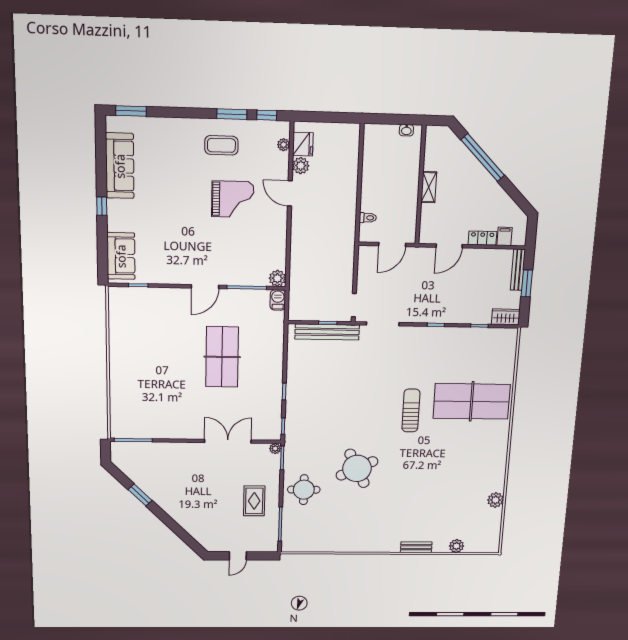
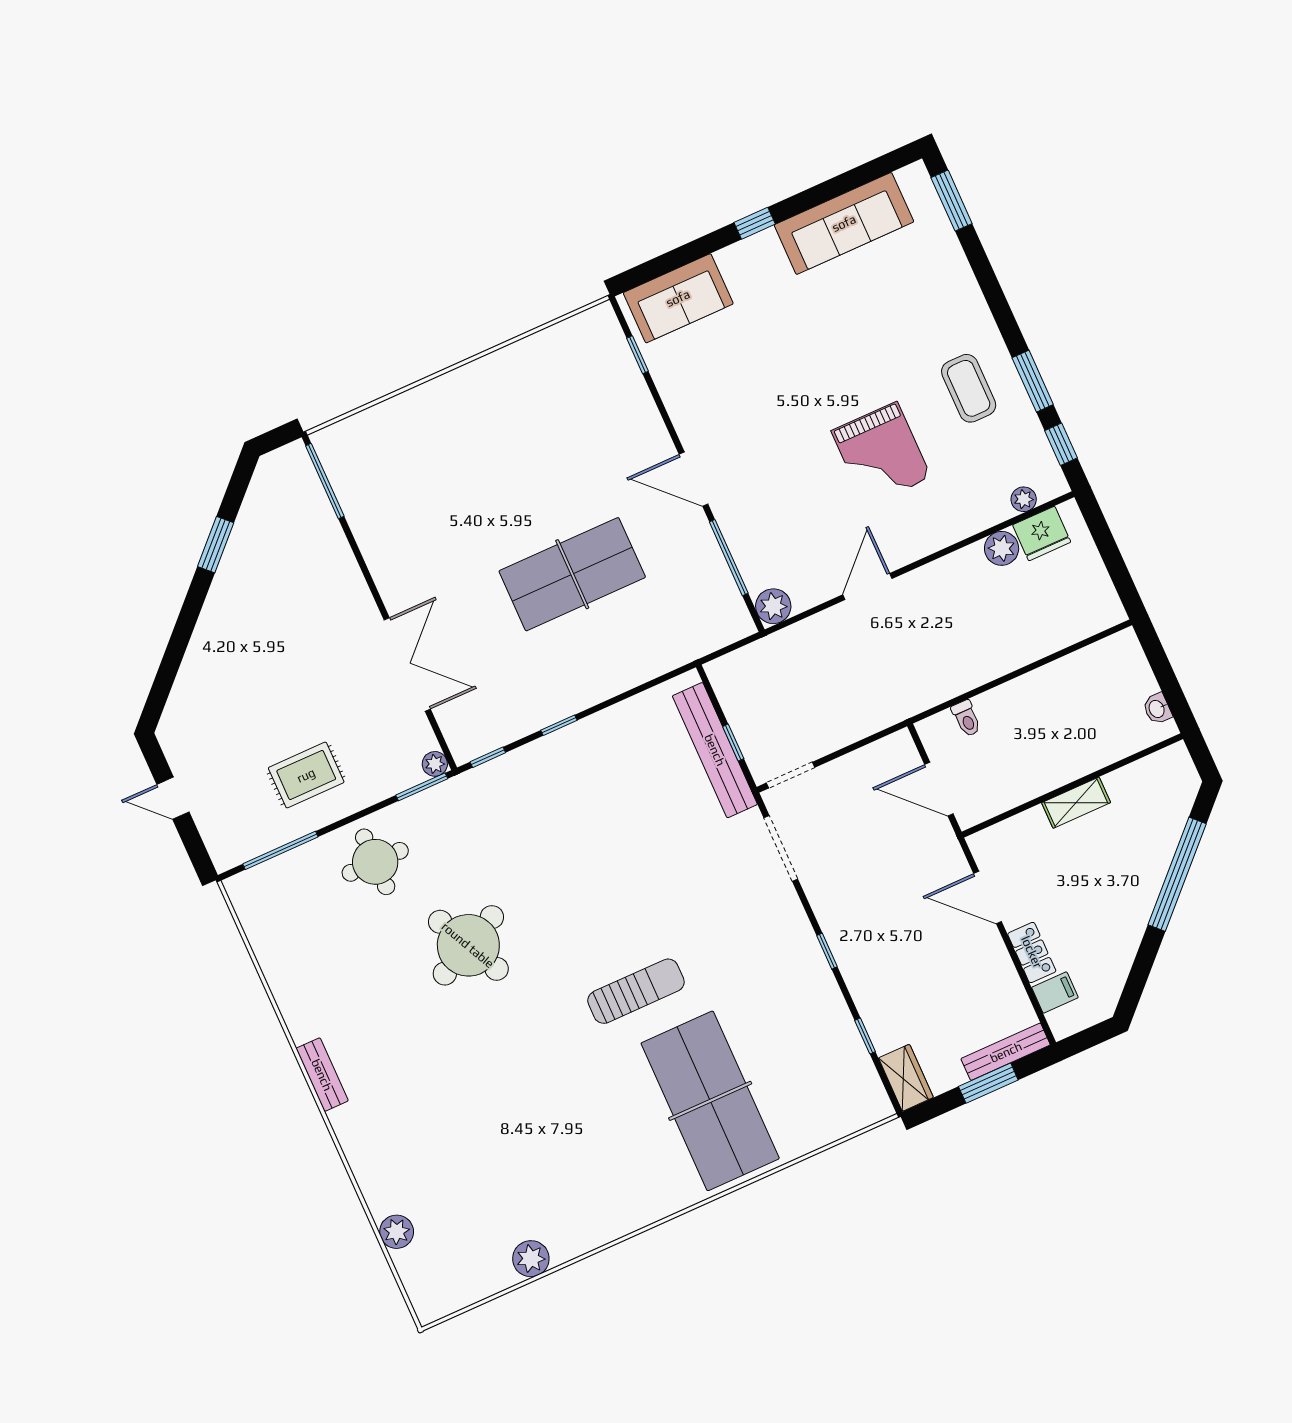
door: (290, 193) -> (867, 587), moved
barbecue: (278, 300) -> (732, 627), removed
bench: (416, 547) -> (322, 1075), moved

